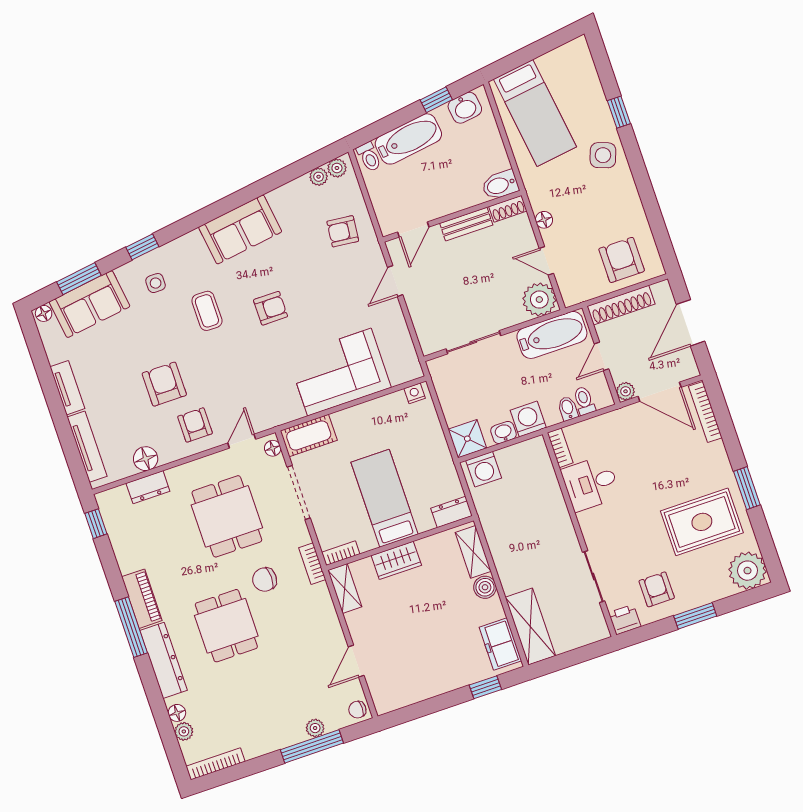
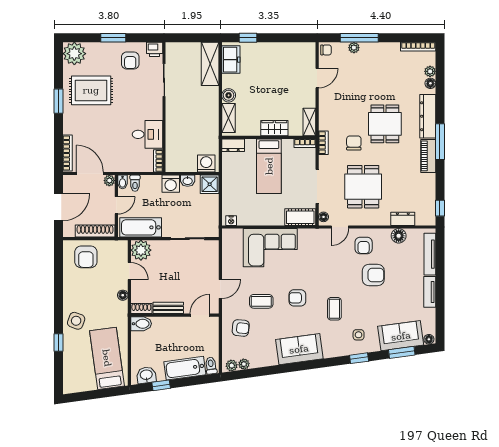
coffee table: (325, 284) -> (261, 301), added
armchair: (164, 384) -> (373, 275), turned -90
bidet: (568, 408) -> (123, 182), moved
chair: (265, 580) -> (354, 143), turned -90

